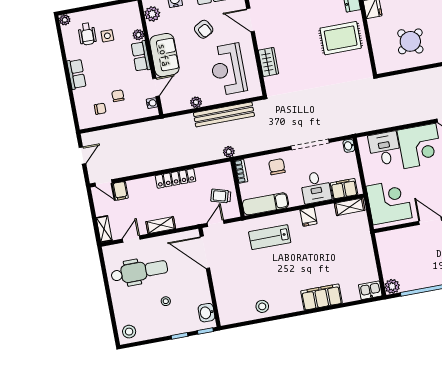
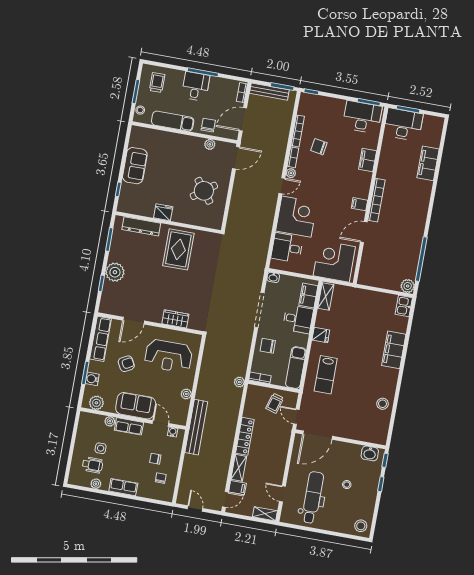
plant: (65, 20) -> (96, 484), moved
bench: (224, 114) -> (196, 427), moved
shelving: (161, 225) -> (239, 468), moved

